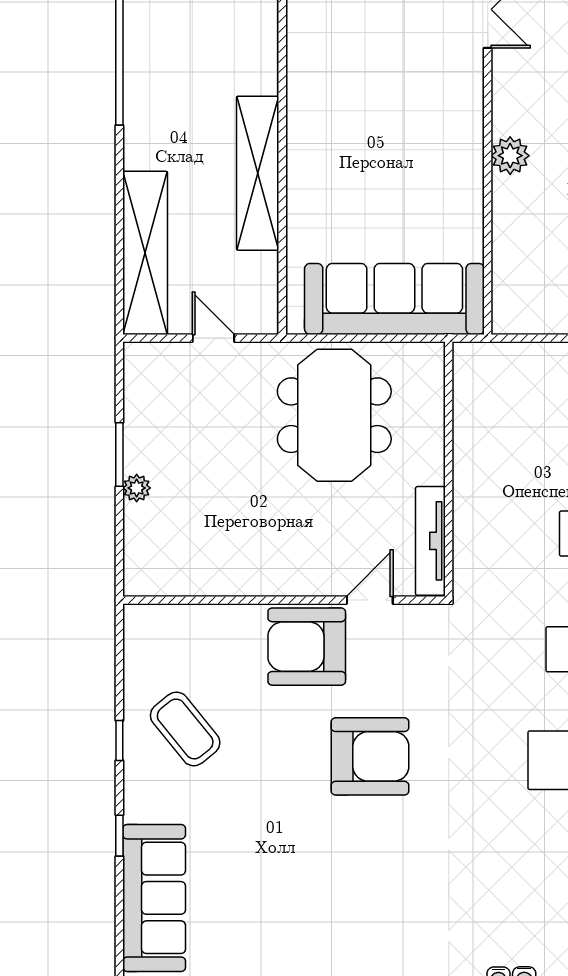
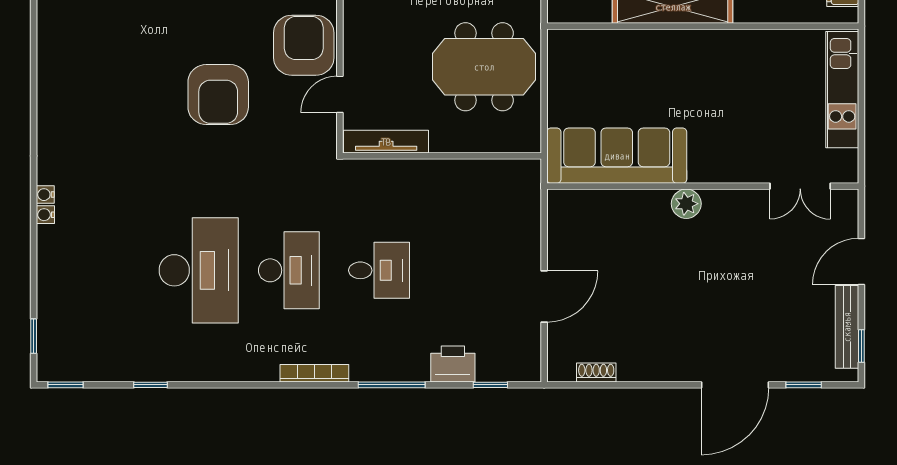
sofa: (394, 299) -> (617, 156), moved, turned -90
door: (370, 600) -> (340, 94), swing flipped

